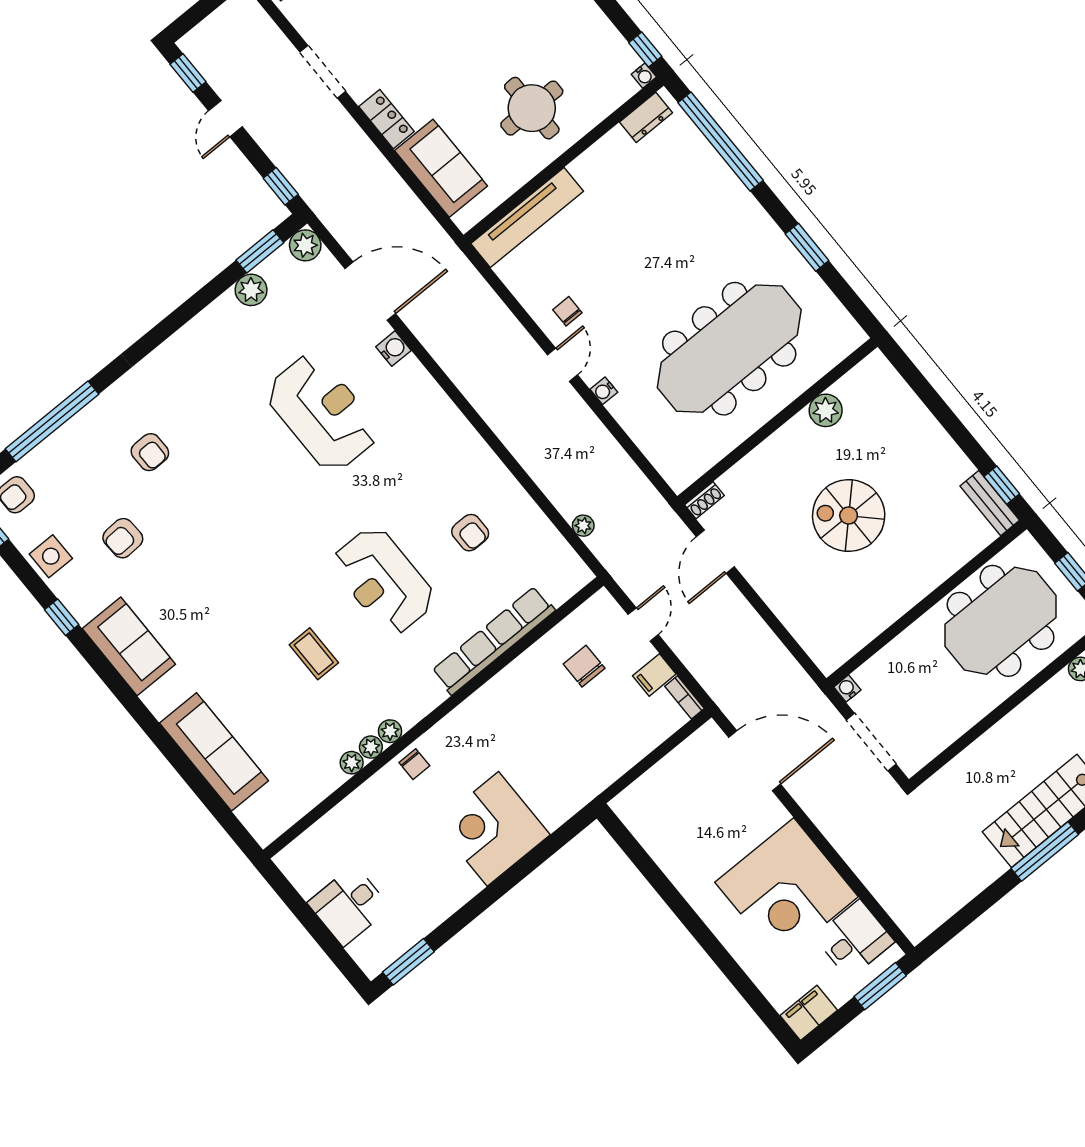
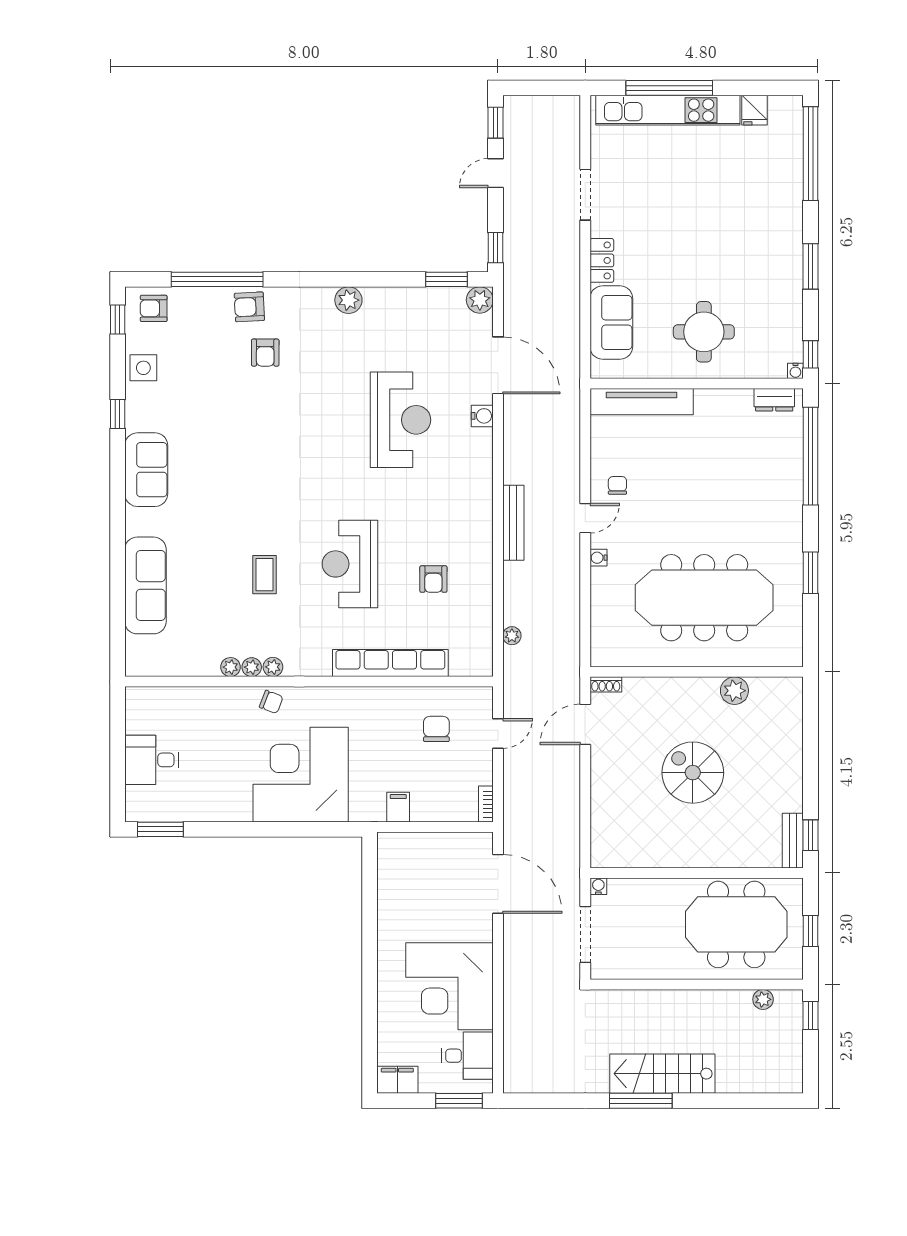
plant: (251, 290) -> (348, 300), moved
bench: (501, 422) -> (513, 523), added
armchair: (123, 538) -> (249, 307), moved
filing cabinet: (654, 675) -> (398, 807), moved, turned 90
chair: (414, 764) -> (271, 702), turned -69
corner desk: (493, 829) -> (301, 775), width x1.36, depth x1.36

